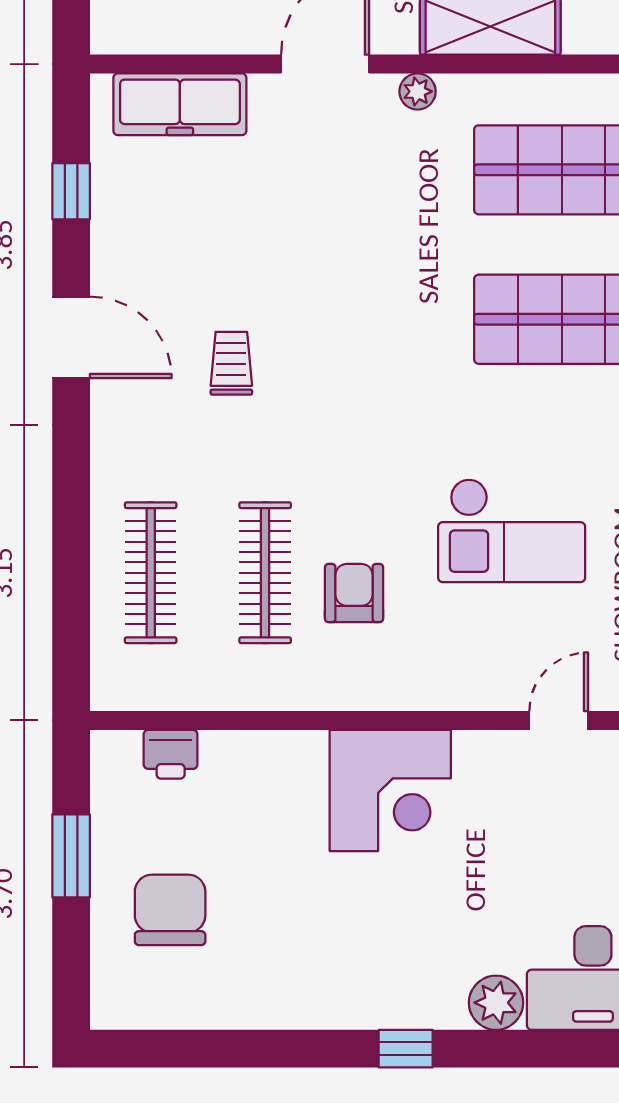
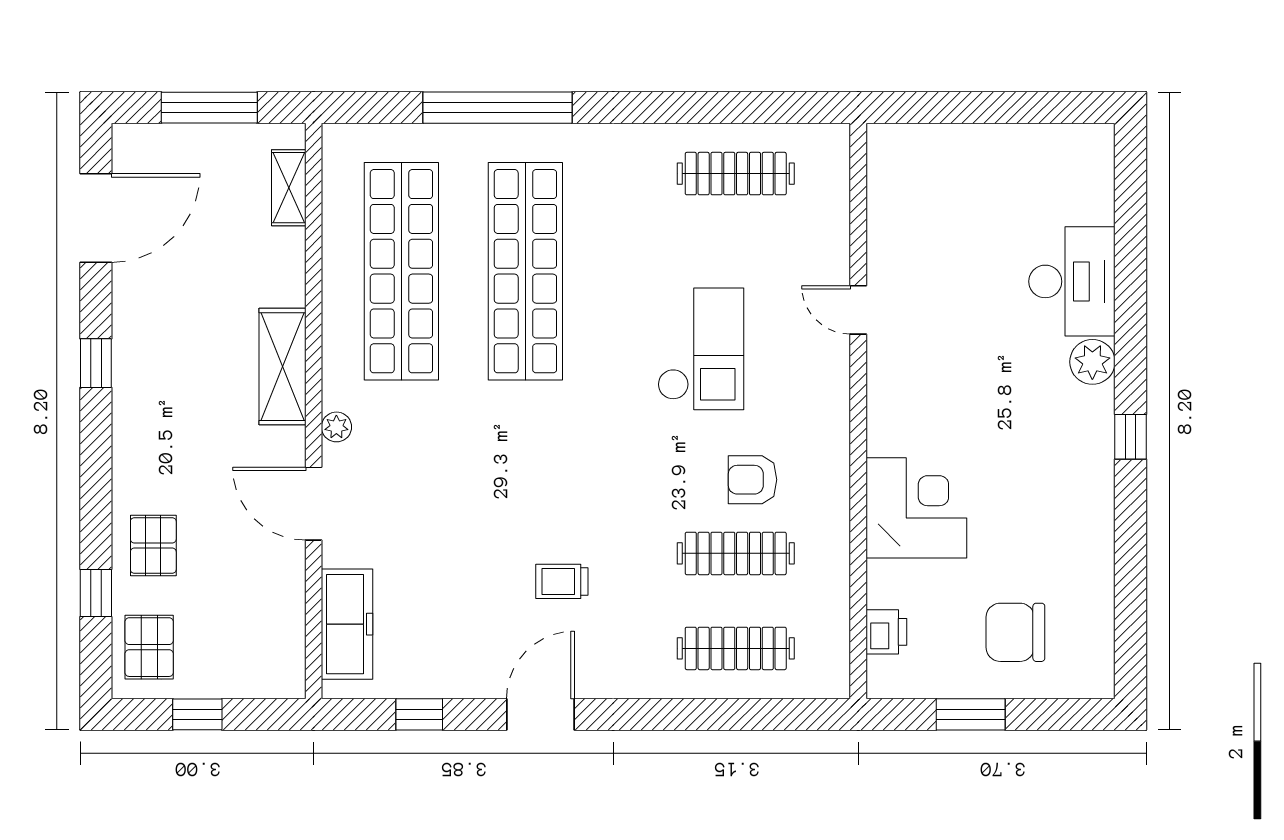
corner desk: (390, 790) -> (916, 508), moved

